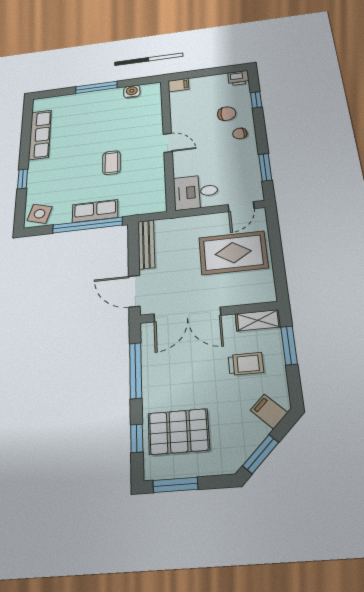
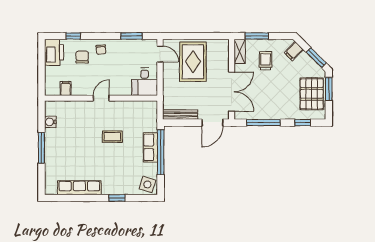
printer: (238, 78) -> (54, 52), width x1.87, depth x1.48
filing cabinet: (178, 85) -> (66, 88), moved
pallet: (178, 432) -> (312, 94), moved
window: (175, 485) -> (329, 89), moved

